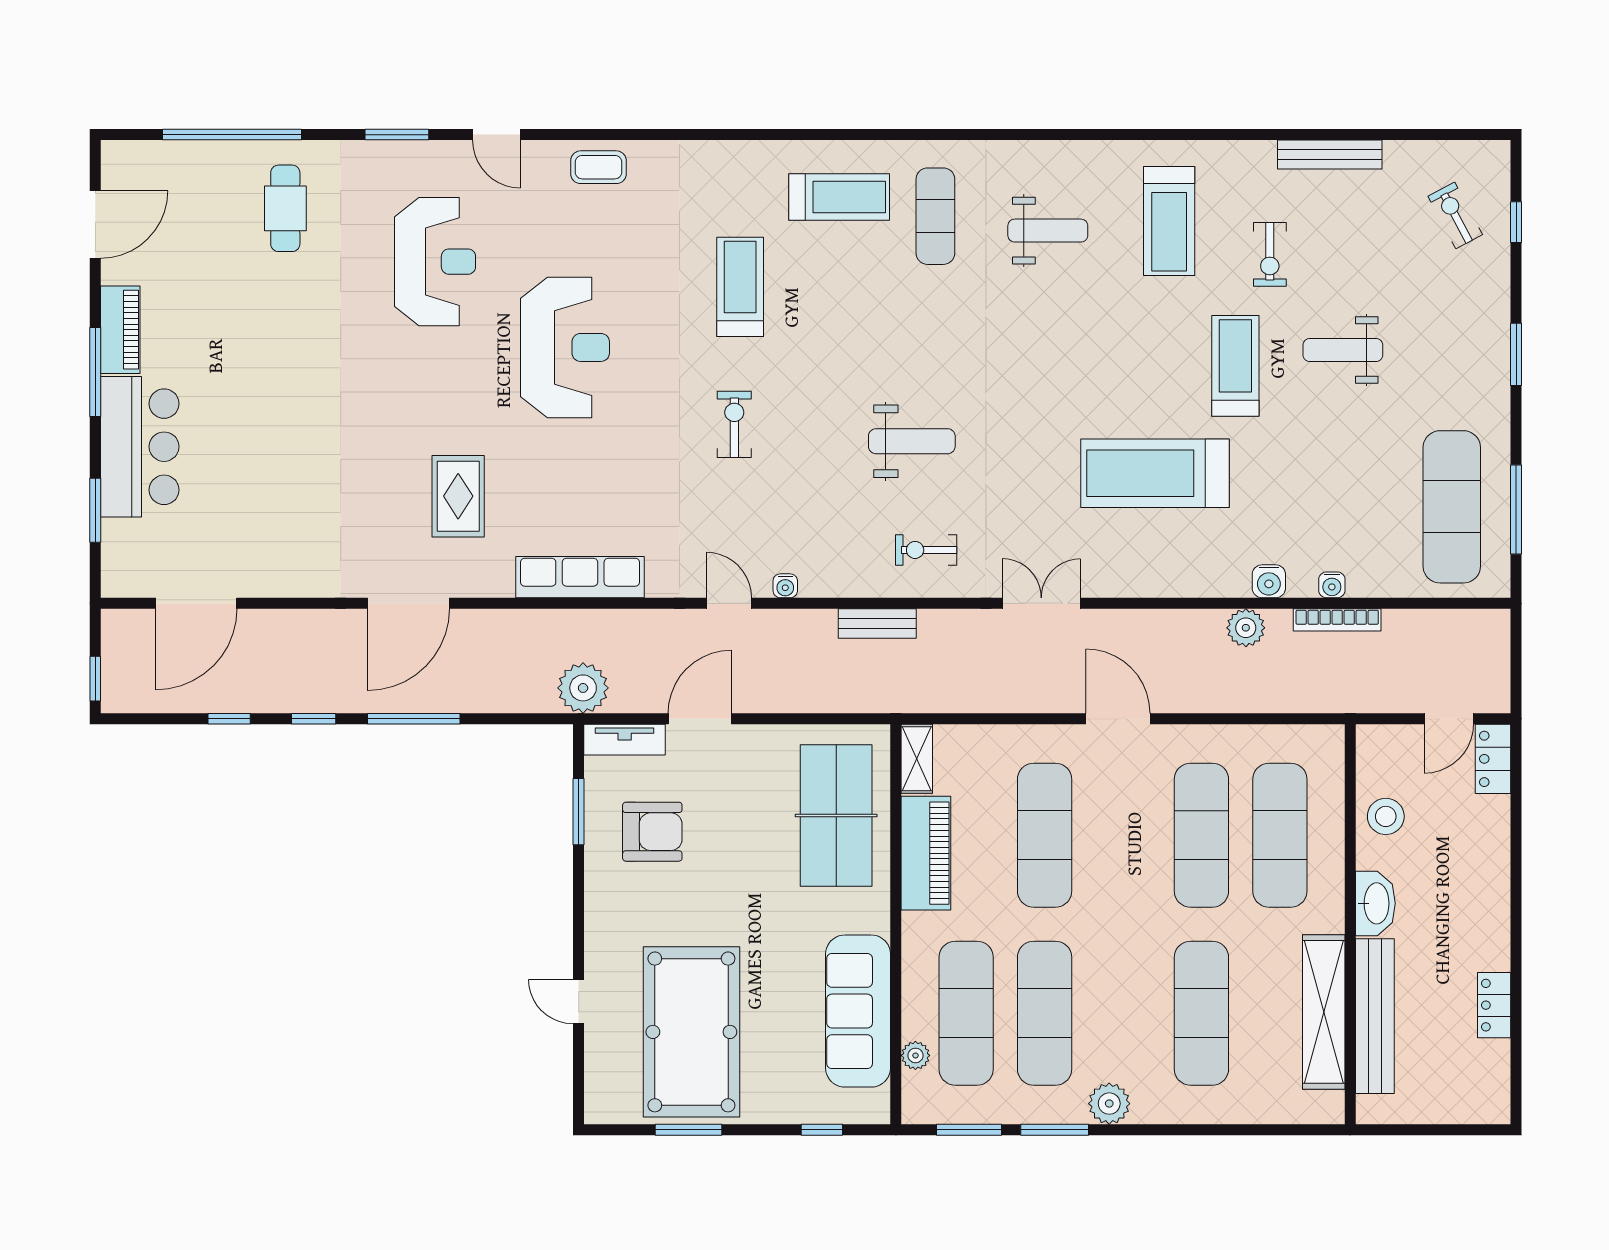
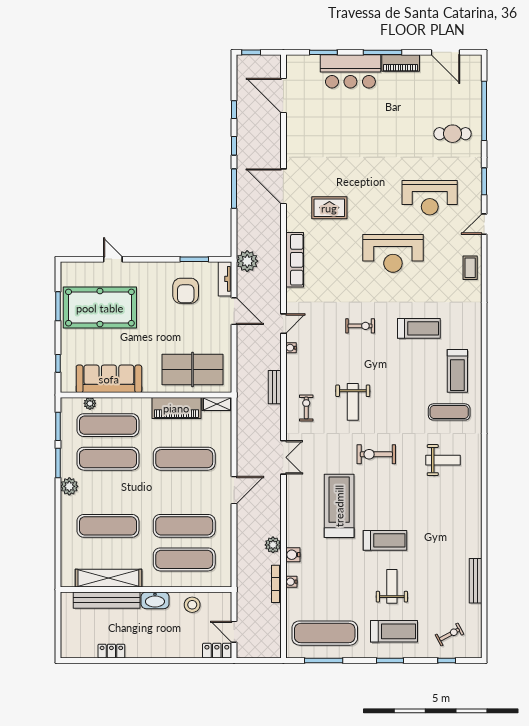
treadmill: (1169, 221) -> (394, 631), moved, turned 180
weight bench: (1048, 231) -> (443, 460), turned -90
exercise bike: (1270, 254) -> (376, 454), moved, width x1.38, depth x1.39
door: (579, 1002) -> (113, 259), hinge flipped

